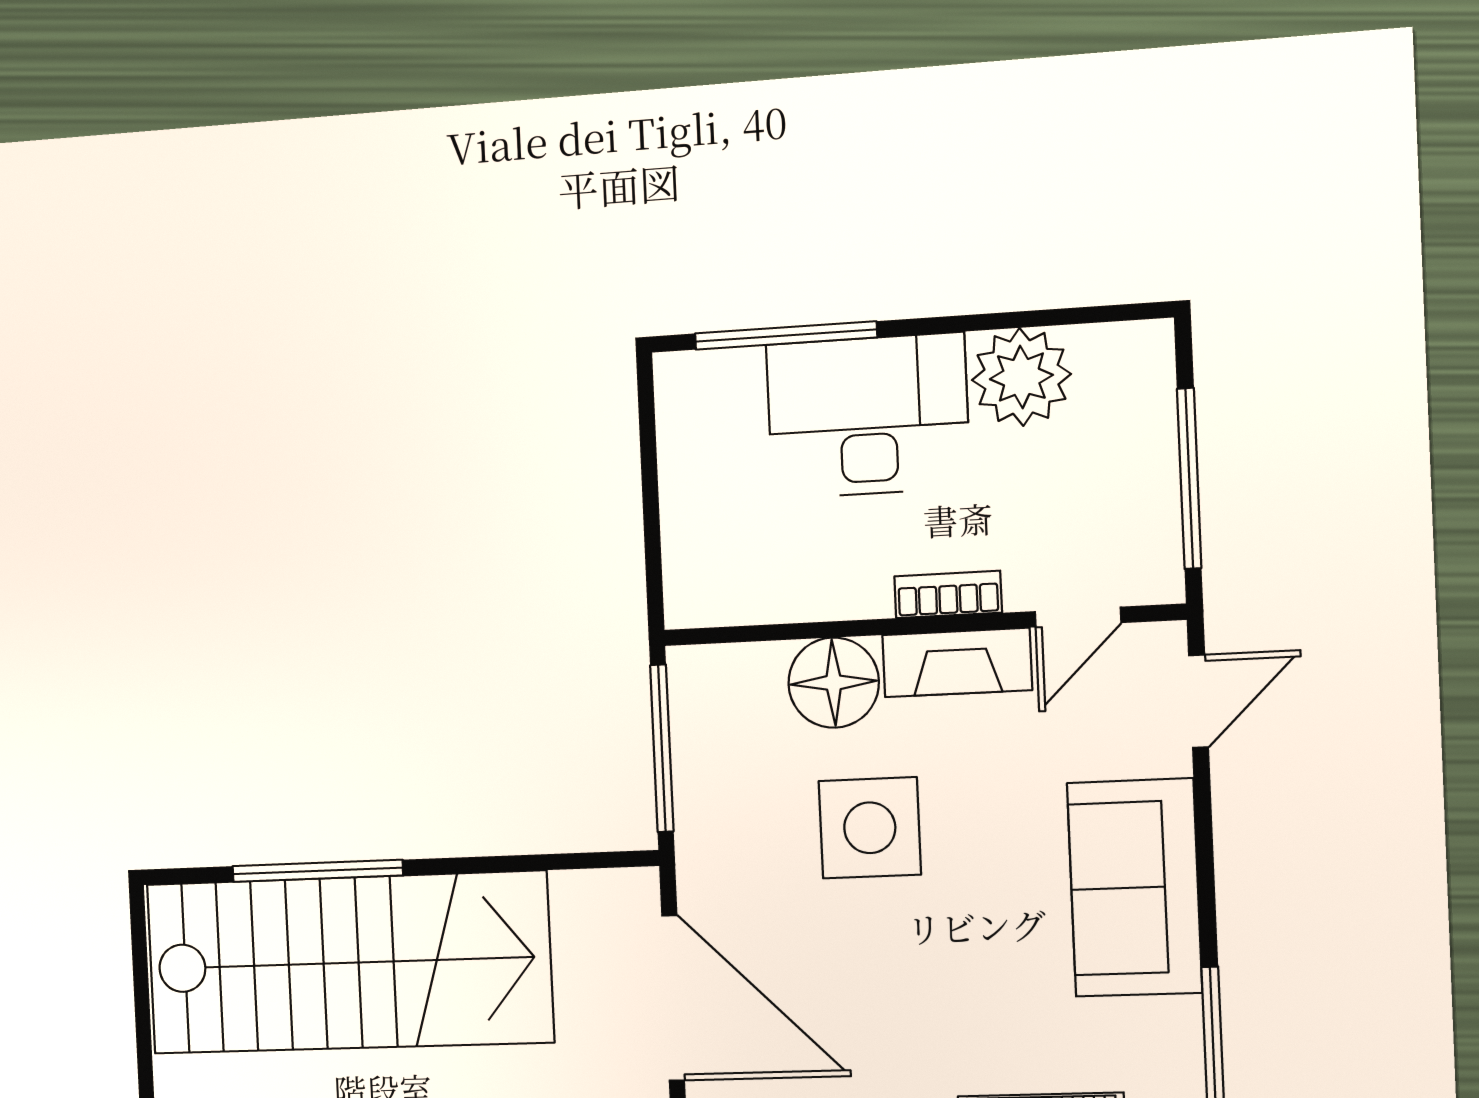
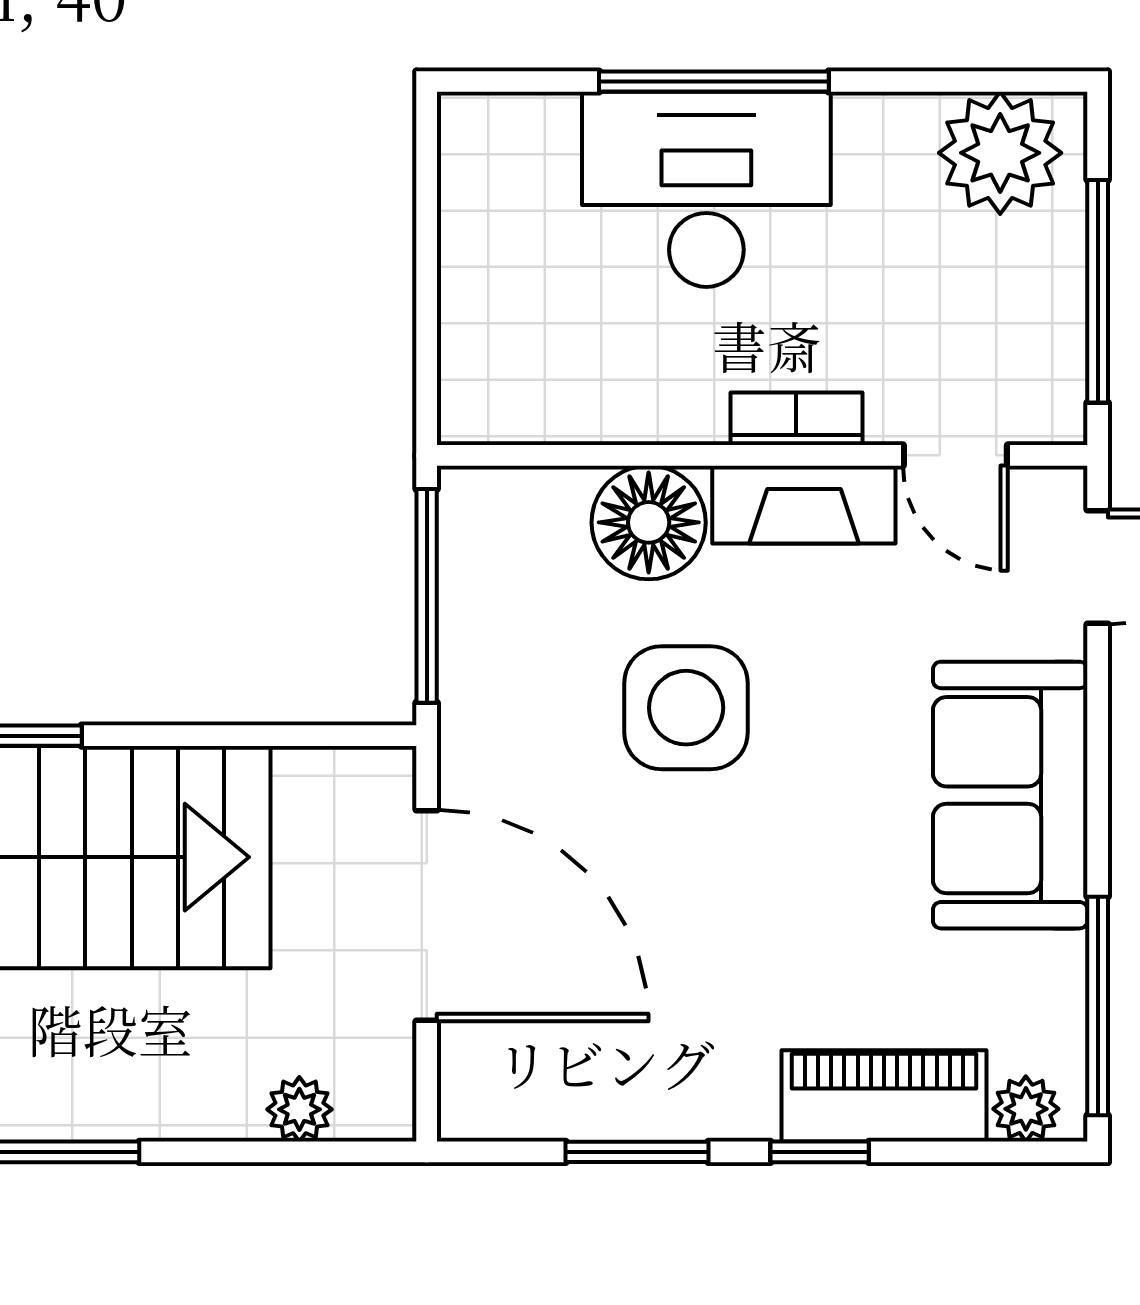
window: (786, 335) -> (714, 82), moved
plant: (1021, 377) -> (1000, 153), moved
door: (1078, 617) -> (955, 455), hinge flipped

